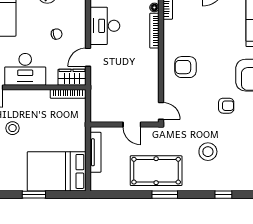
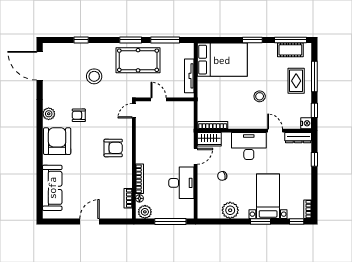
door: (161, 111) -> (134, 111), hinge flipped
window: (34, 195) -> (252, 40), moved
window: (124, 195) -> (165, 40), added

